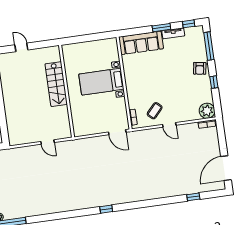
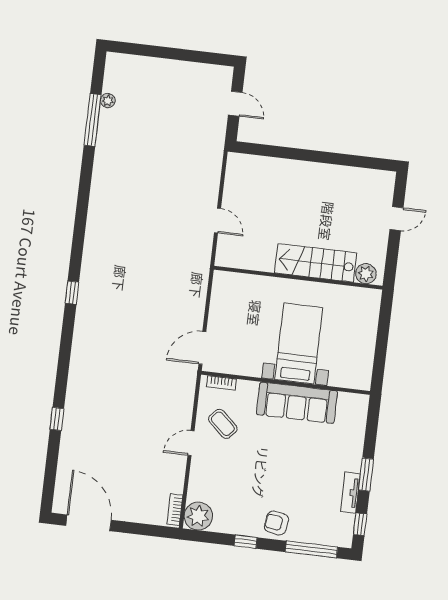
sofa: (141, 43) -> (297, 403), moved, turned -90
plant: (55, 56) -> (366, 274), added
door: (47, 142) -> (218, 221), swing flipped
window: (193, 197) -> (57, 419), moved

